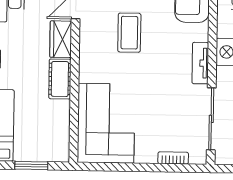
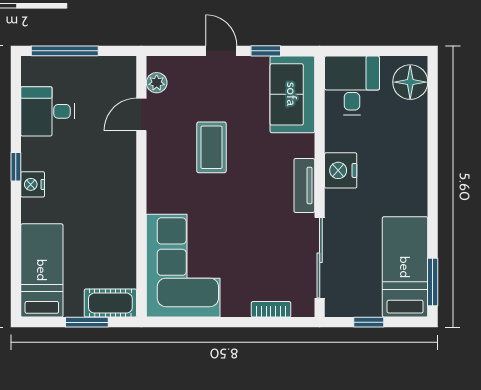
wardrobe: (61, 39) -> (123, 157), removed
cot: (60, 79) -> (110, 303), moved, turned 90

